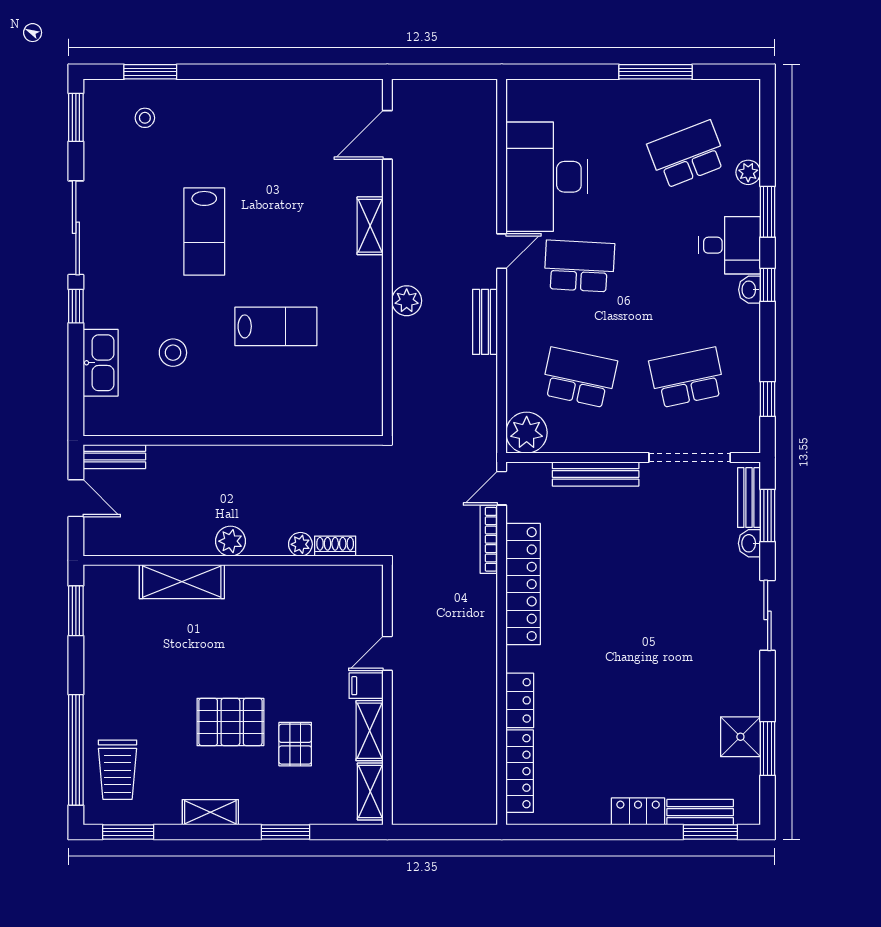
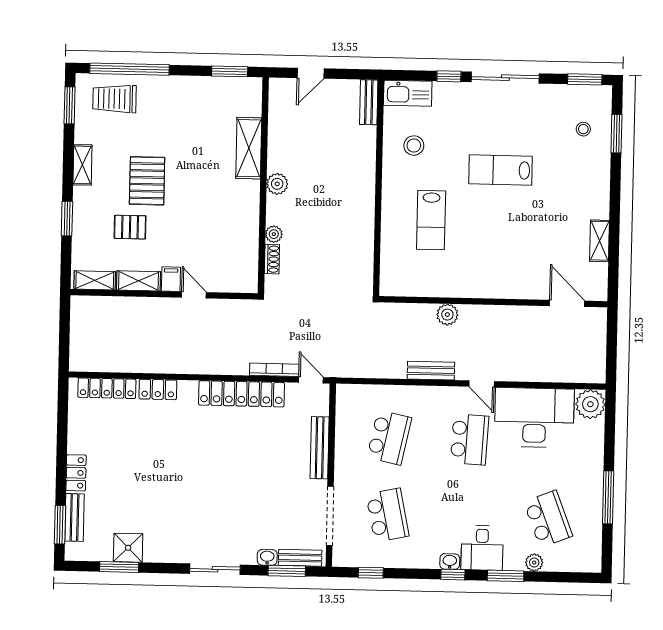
shelving: (370, 226) -> (600, 241), moved, turned 90
plant: (527, 433) -> (590, 404), moved
wall: (233, 440) -> (379, 188), moved
bench: (114, 457) -> (369, 102), moved

